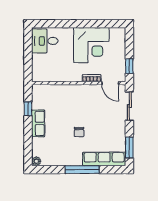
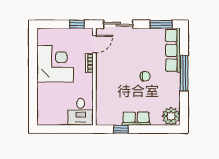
desk: (45, 41) -> (81, 112), moved
plant: (36, 161) -> (171, 116), width x1.87, depth x1.87

